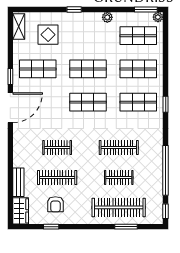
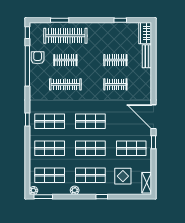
shop shelf: (88, 36) -> (90, 175), added
door: (10, 108) -> (153, 117), hinge flipped
clothes rail: (57, 178) -> (115, 60), width x0.73
armchair: (55, 204) -> (38, 58), moved

